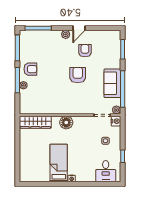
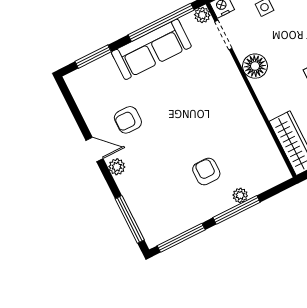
armchair: (30, 69) -> (206, 172), moved
armchair: (78, 75) -> (176, 111), removed
sofa: (112, 83) -> (151, 49), width x1.36
floor lamp: (66, 123) -> (255, 66), moved

